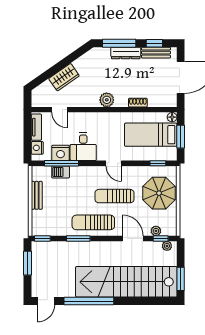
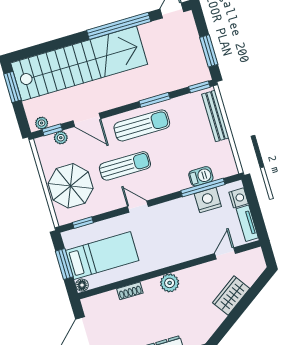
door: (59, 110) -> (225, 253), hinge flipped
desk: (83, 147) -> (182, 216), removed
bench: (37, 195) -> (215, 116), moved, width x1.36

